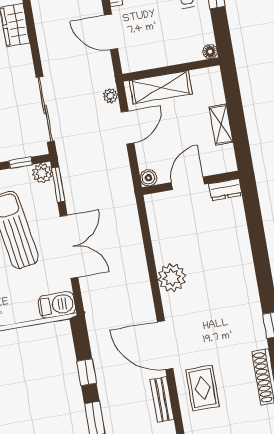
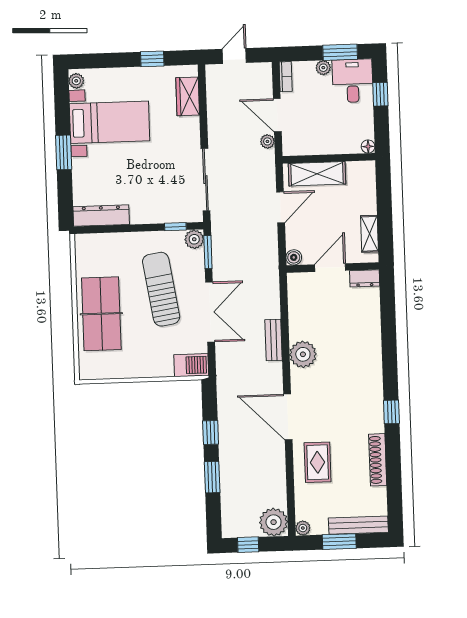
plant: (110, 96) -> (267, 141), moved
shelving: (221, 125) -> (370, 234), moved
bench: (162, 399) -> (274, 340), moved

